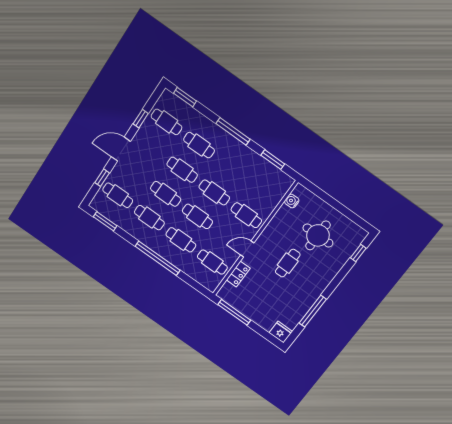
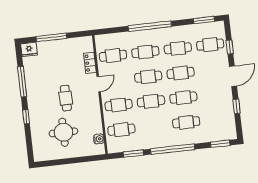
cafe table: (166, 122) -> (121, 130), moved
window: (233, 131) -> (173, 149), width x1.46
window: (358, 253) -> (26, 117), moved
window: (234, 312) -> (51, 37), moved

